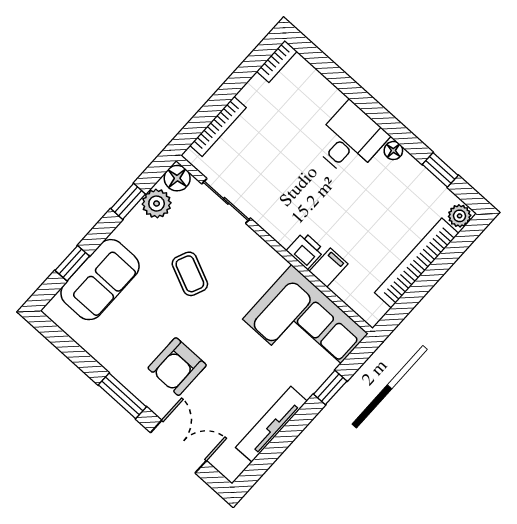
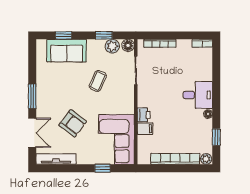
armchair: (177, 367) -> (73, 123), moved, turned -143
tv unit: (271, 424) -> (56, 159), moved

